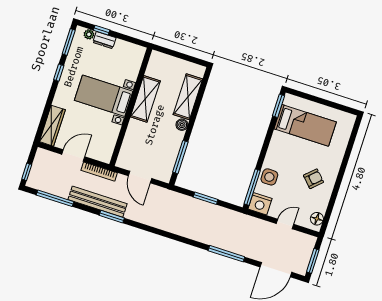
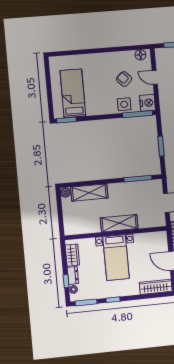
wardrobe: (127, 49) -> (72, 255), added
shelving: (145, 99) -> (119, 223), moved
boiler: (182, 125) -> (65, 192), moved
armchair: (314, 179) -> (124, 79), moved

